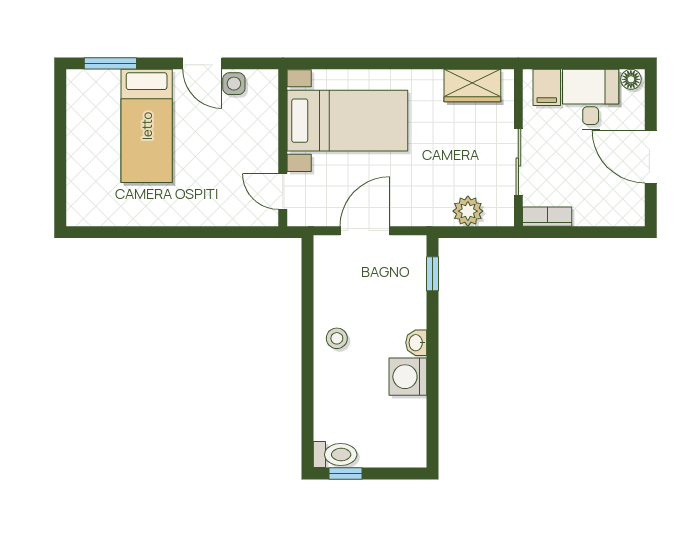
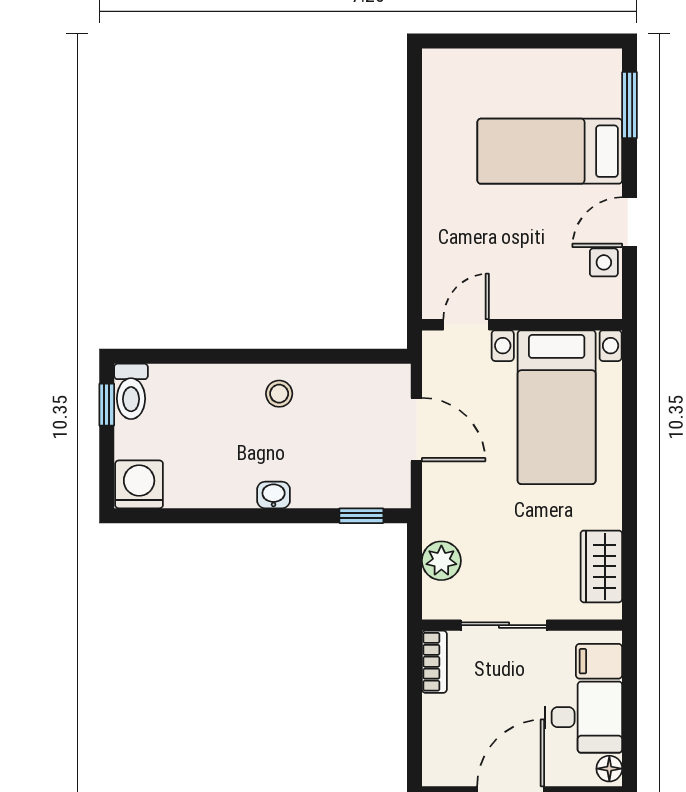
washing machine: (408, 377) -> (139, 484), moved

